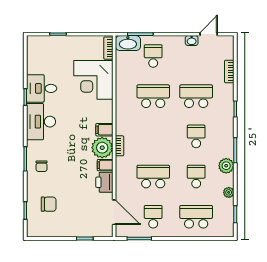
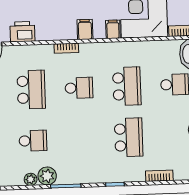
school desk: (196, 136) -> (79, 88), moved
plant: (102, 148) -> (63, 28), removed
filing cabinet: (105, 165) -> (113, 29), moved
plant: (229, 192) -> (31, 179), moved

